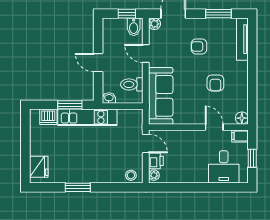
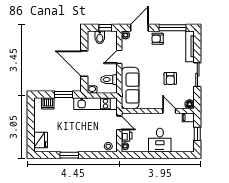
window: (219, 14) -> (173, 28), width x1.44
bidet: (134, 27) -> (100, 37), moved
armchair: (199, 46) -> (158, 39), moved
door: (146, 54) -> (119, 57), hinge flipped
door: (98, 63) -> (84, 64), width x1.87
sliding door: (252, 78) -> (197, 75), added
kitchen unit: (87, 117) -> (96, 104), moved
desk: (224, 167) -> (160, 140), moved

